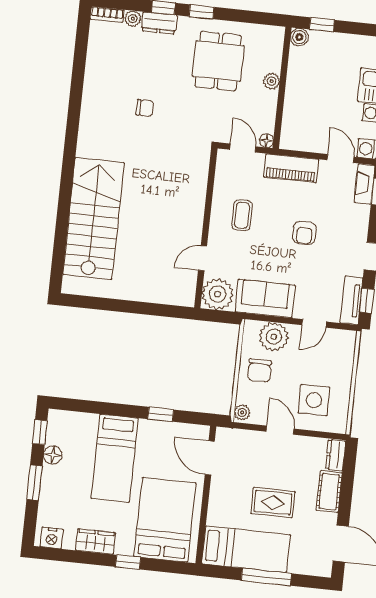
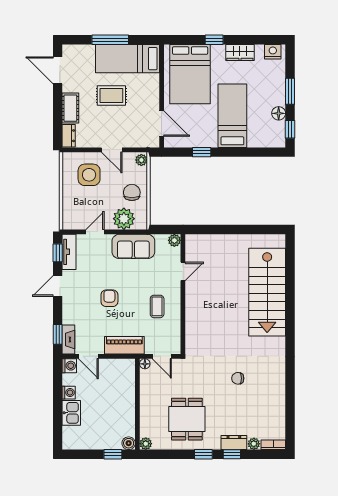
plant: (272, 81) -> (146, 444), moved
plant: (218, 294) -> (174, 240), width x0.53, depth x0.53

